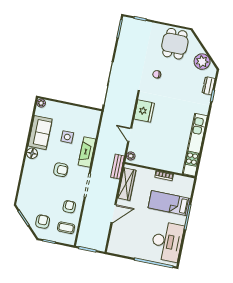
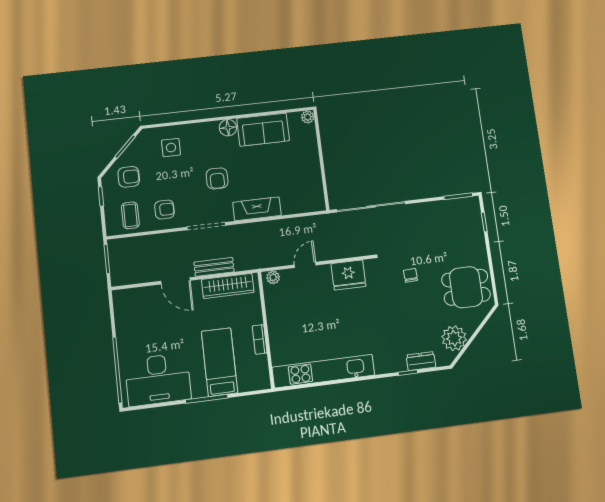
side table: (67, 137) -> (171, 148), moved
bench: (117, 167) -> (214, 267), moved

